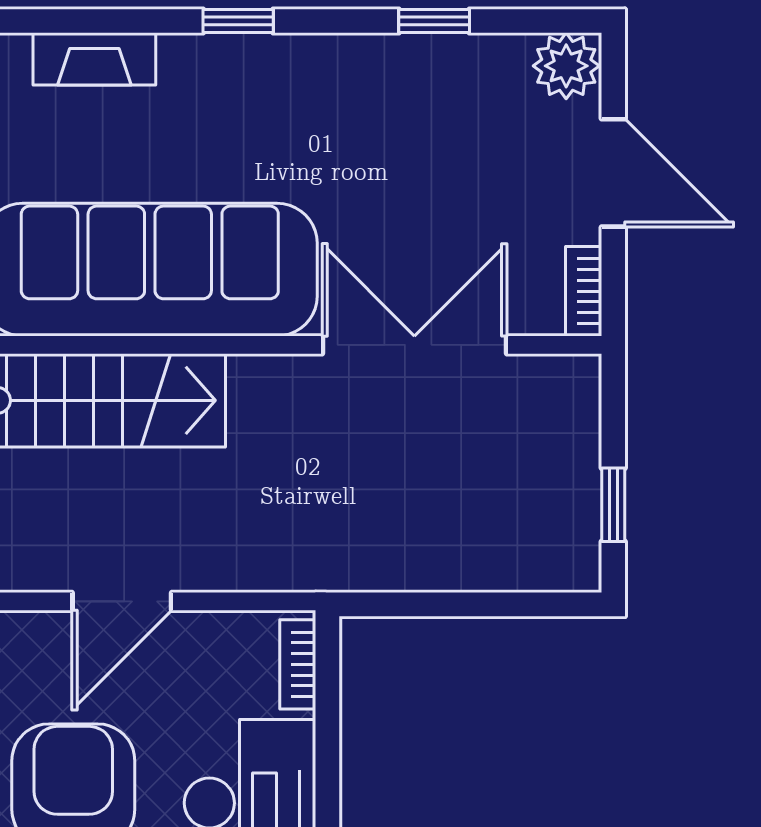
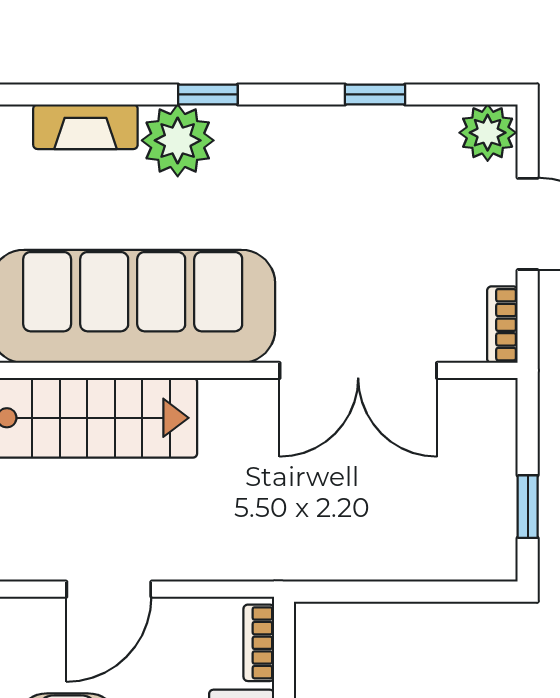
plant: (203, 75) -> (178, 140), added
double door: (414, 345) -> (358, 370), swing flipped

